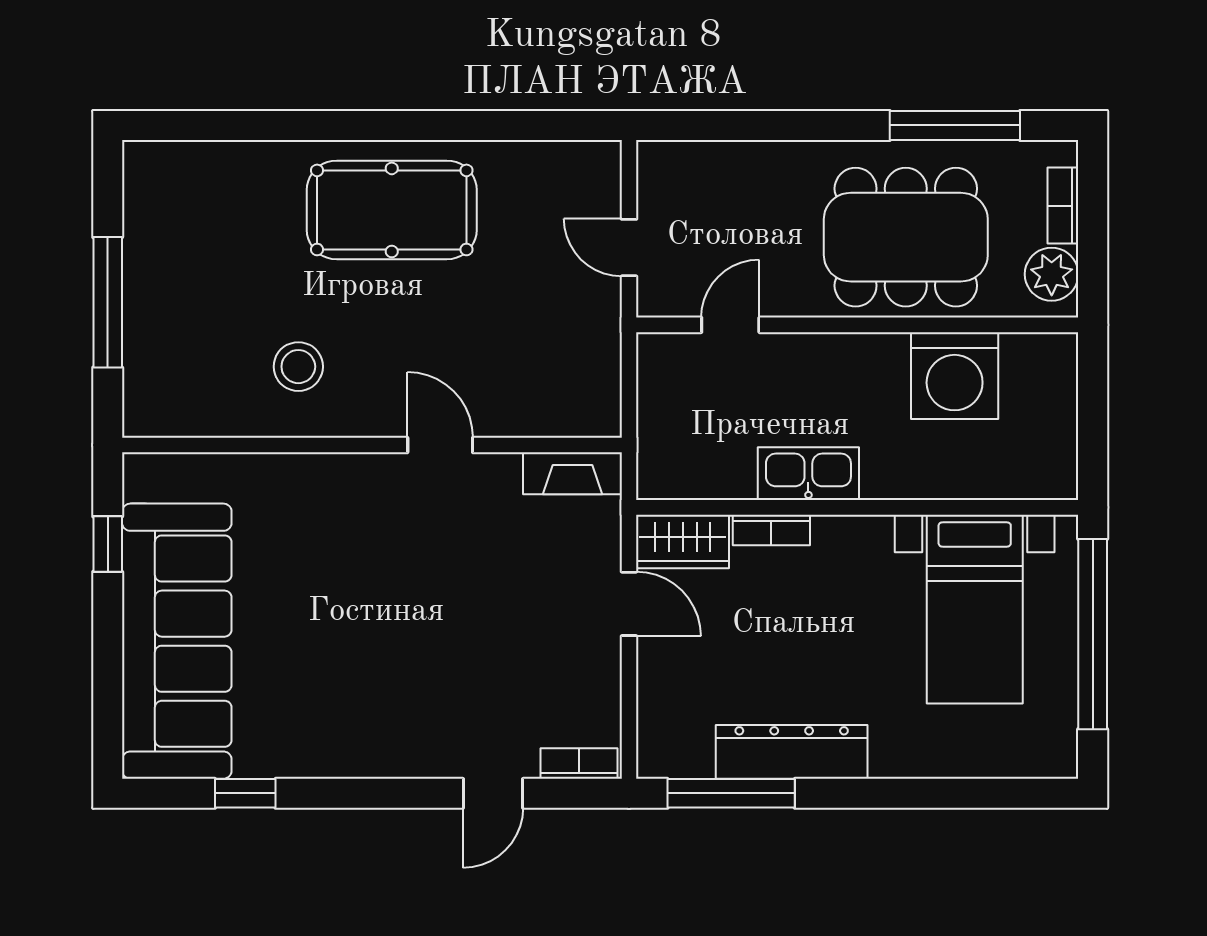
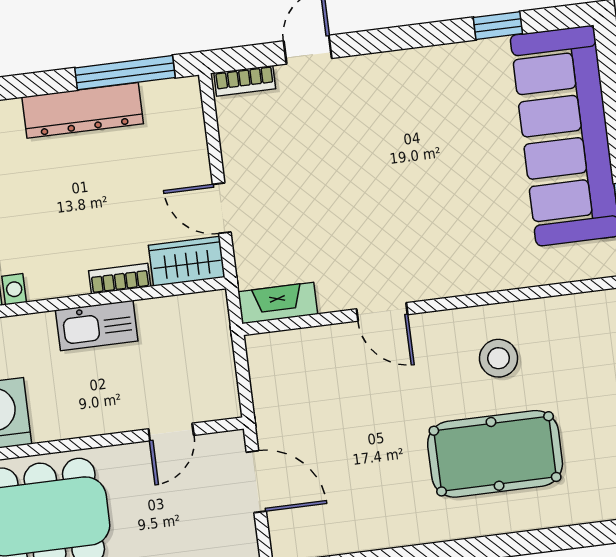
pool table: (392, 210) -> (495, 454), moved
door: (629, 248) -> (256, 482), width x1.37

